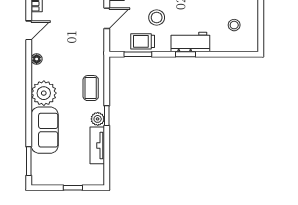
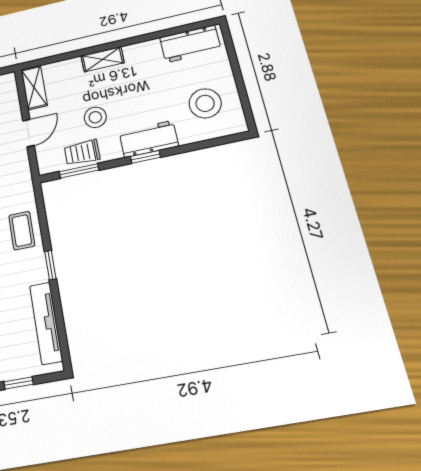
stool: (234, 25) -> (205, 103), width x1.89, depth x1.89
plant: (98, 119) -> (38, 272), removed
tv unit: (97, 145) -> (46, 323), width x1.41

